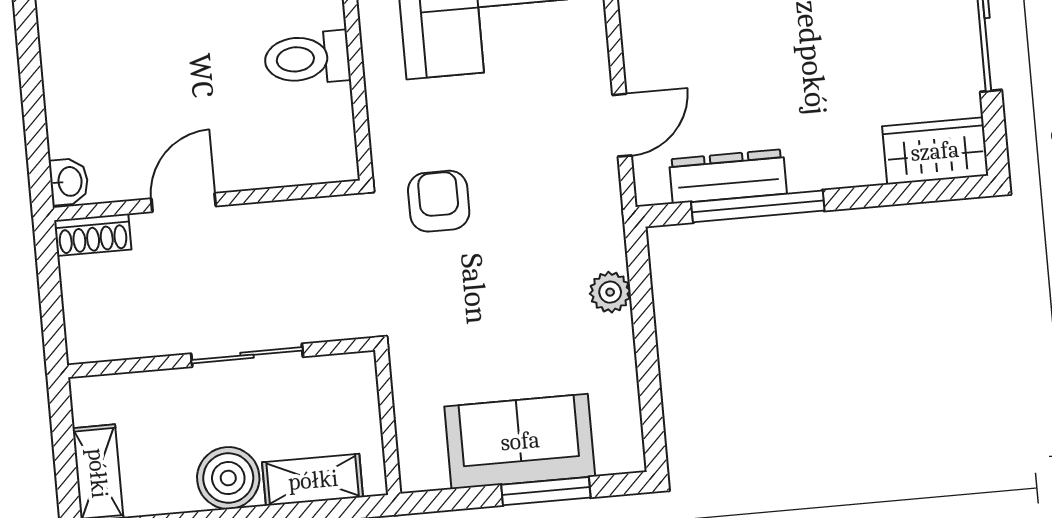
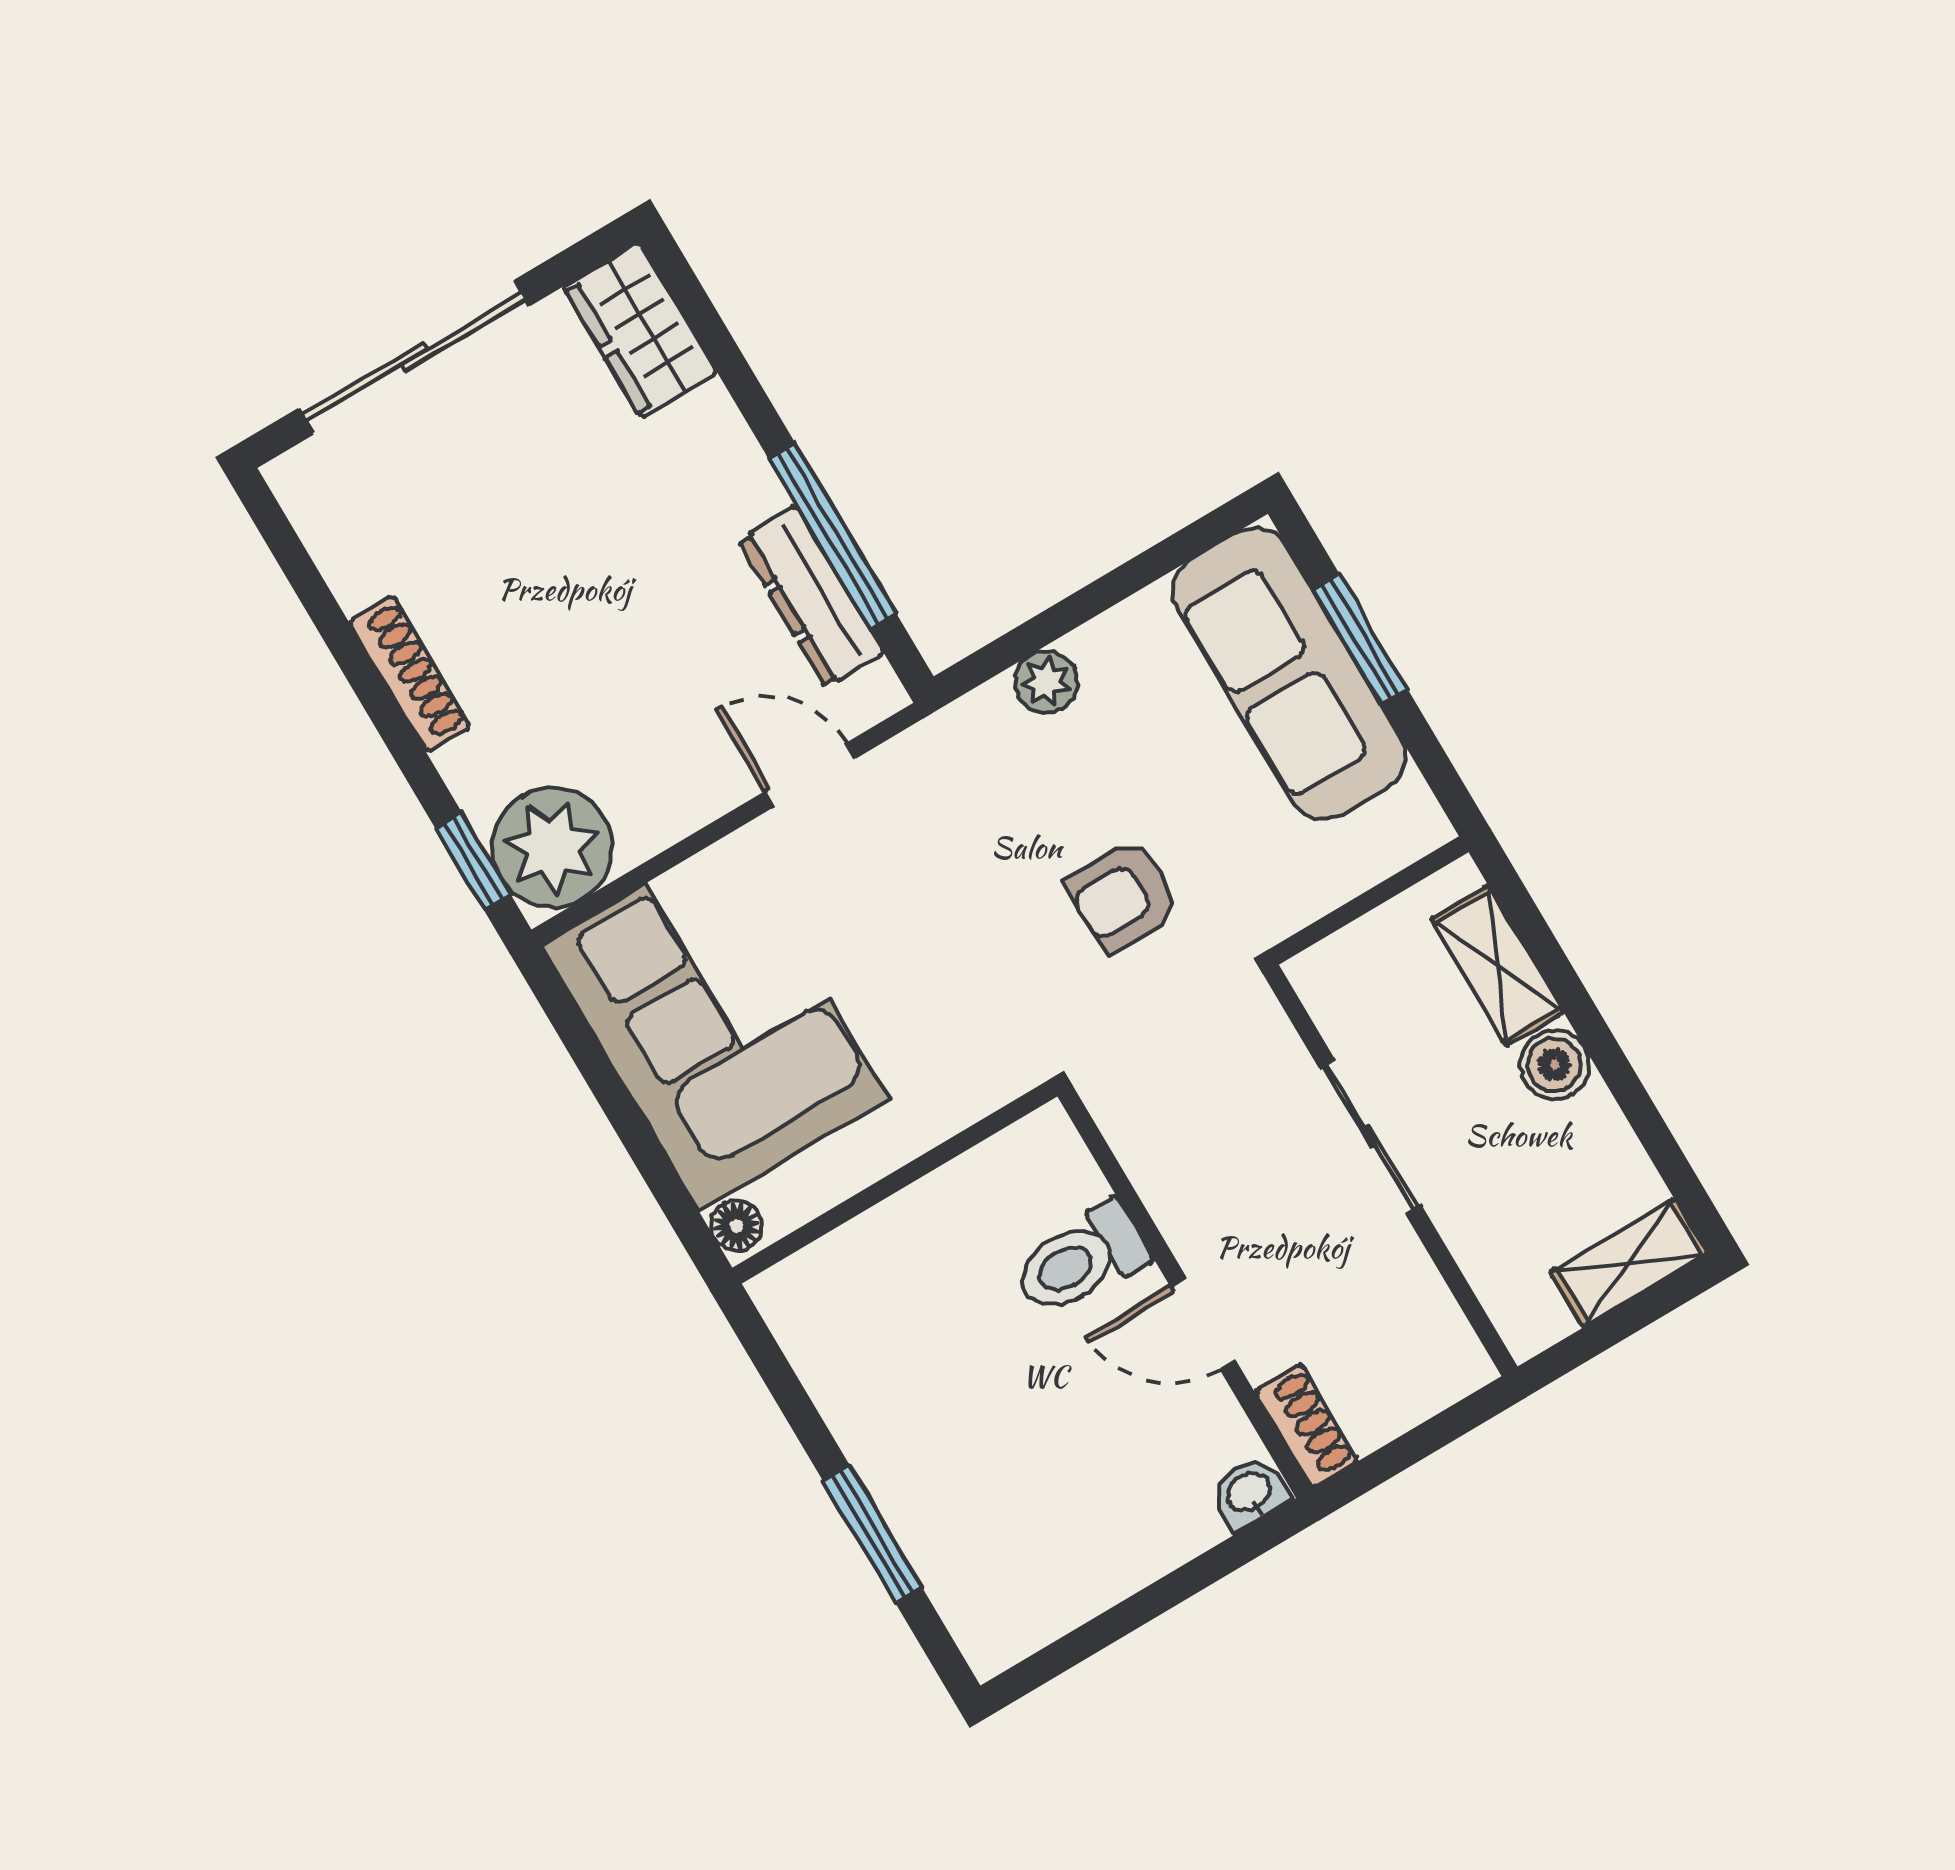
toilet: (307, 58) -> (1080, 1260), moved, turned 90
armchair: (439, 201) -> (1123, 896), moved
sofa: (520, 441) -> (1289, 674), width x1.36
boiler: (228, 478) -> (1554, 1065), width x0.73, depth x0.73

